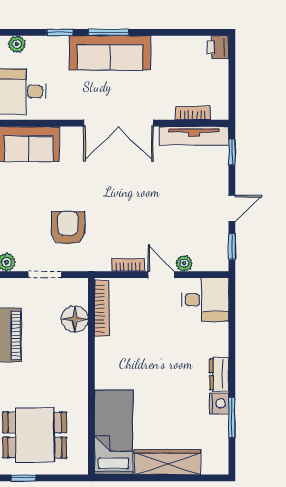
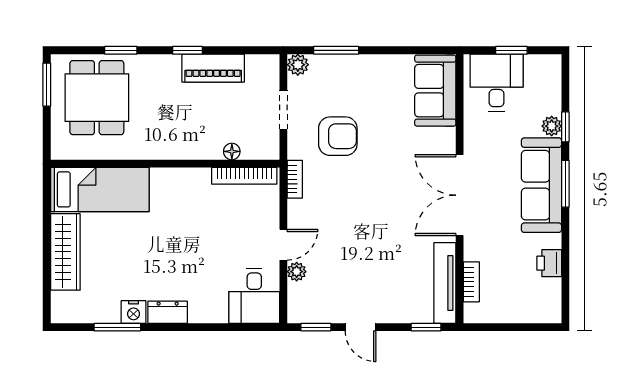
plant: (17, 44) -> (552, 126), moved
printer: (218, 47) -> (549, 263), moved, turned -90
bookcase: (128, 265) -> (295, 179), moved
floor lamp: (75, 319) -> (232, 151), width x0.53, depth x0.53
window: (24, 478) -> (47, 85), width x1.50

